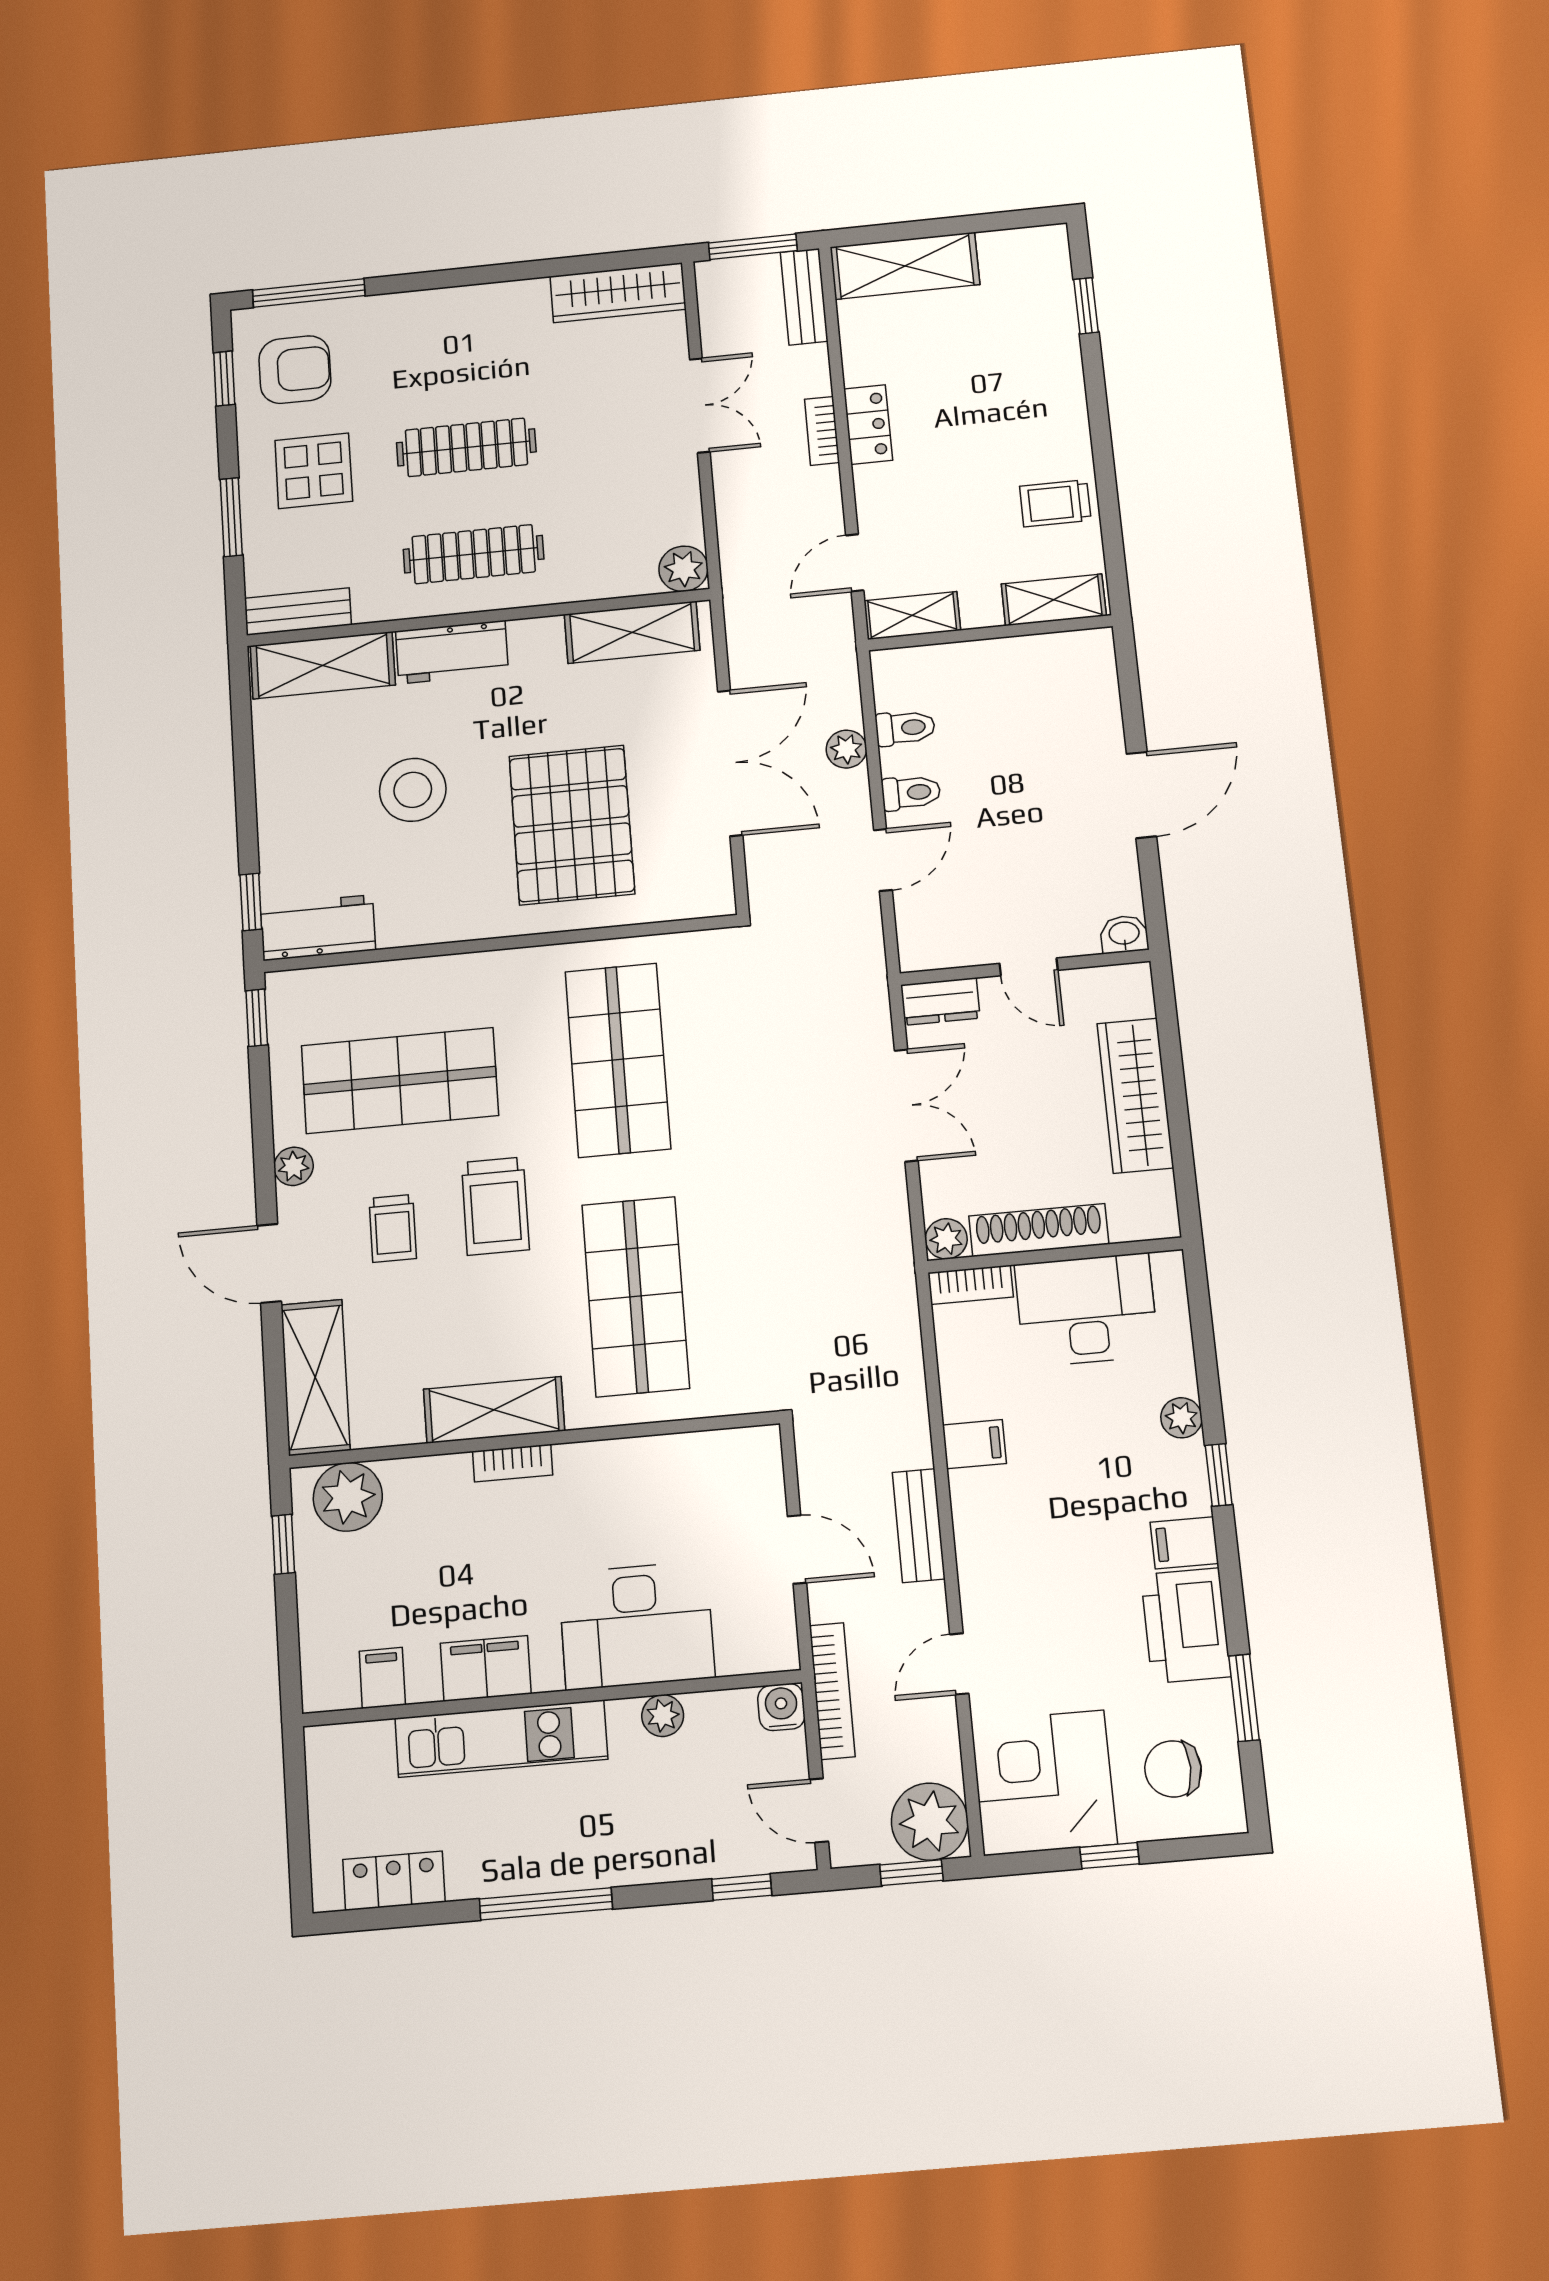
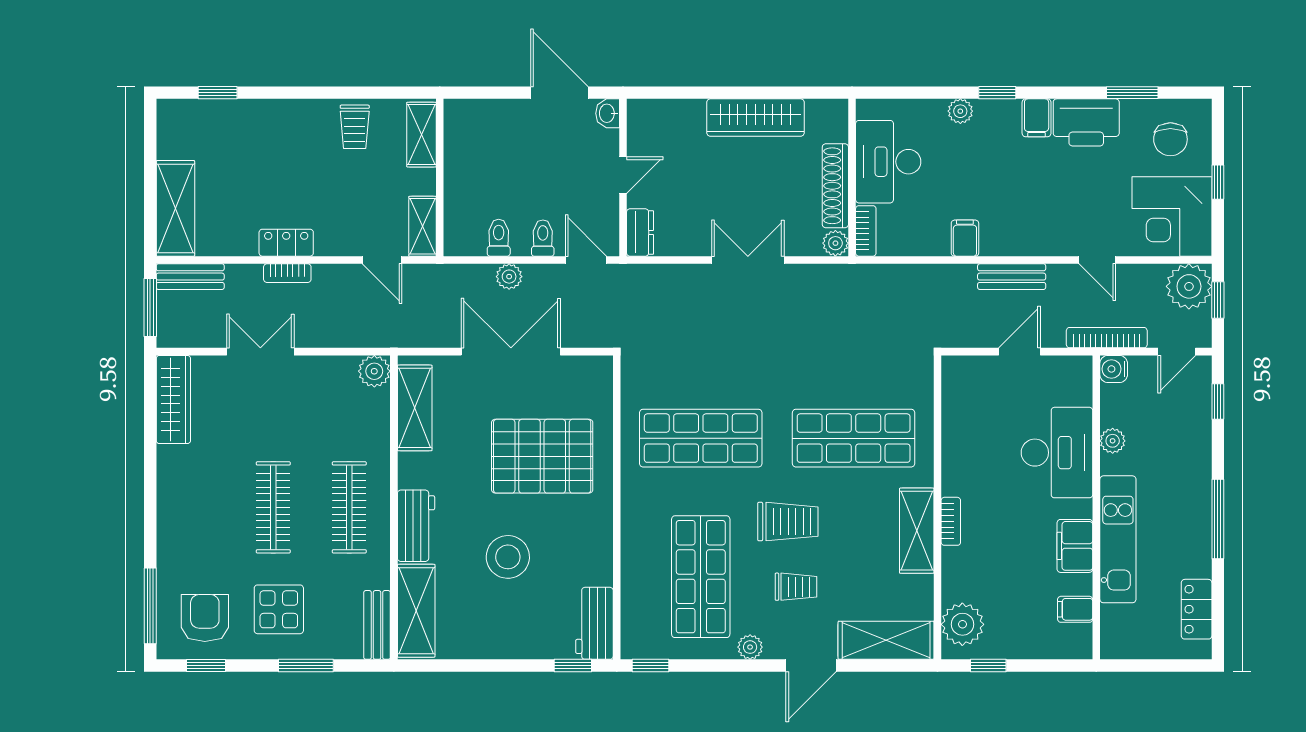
washbasin: (1124, 934) -> (608, 113), moved
wall: (1025, 967) -> (623, 178), moved
door: (1029, 967) -> (623, 175), moved
dresser: (940, 1001) -> (640, 232), moved

